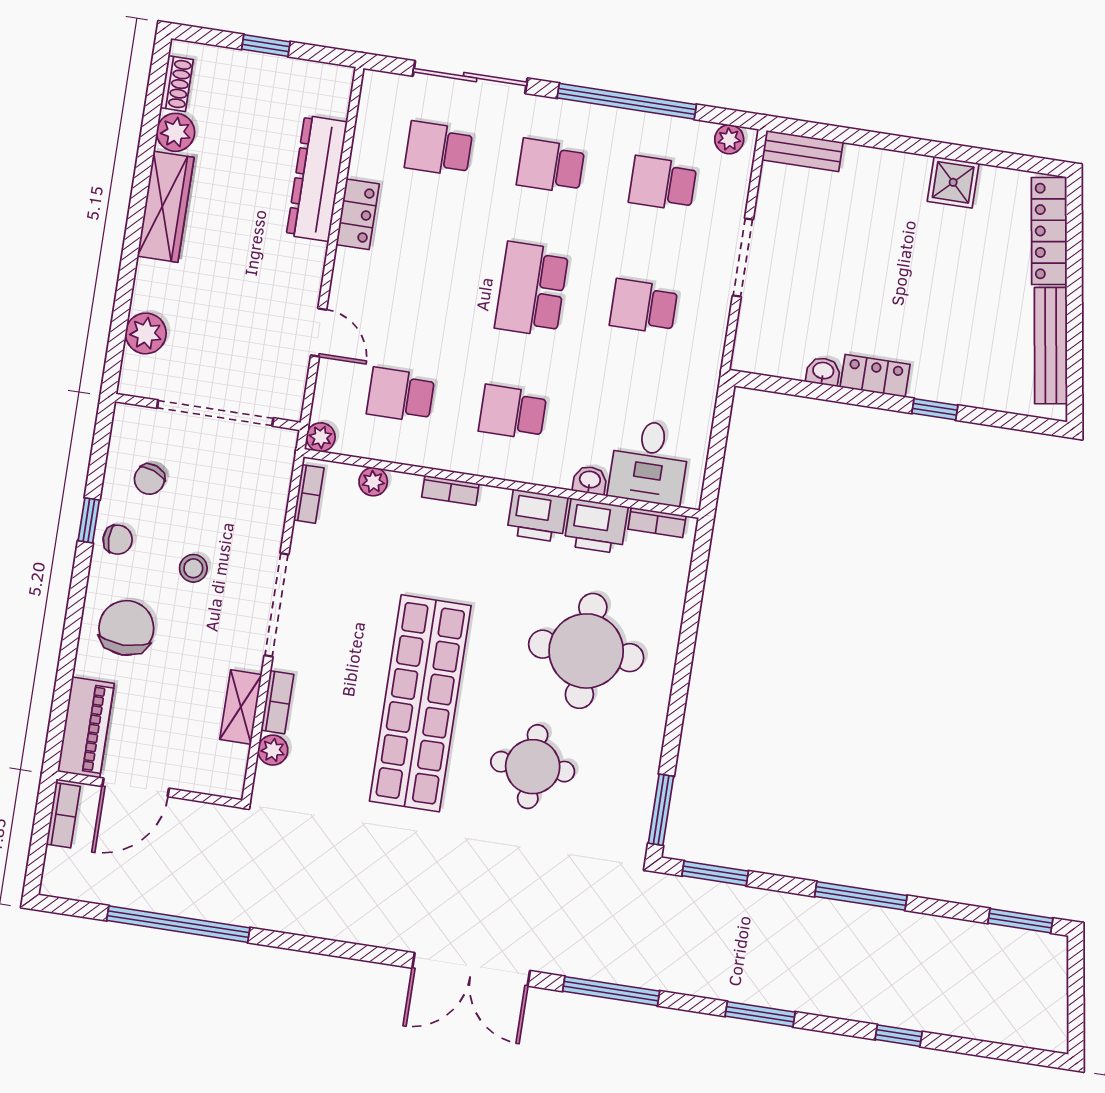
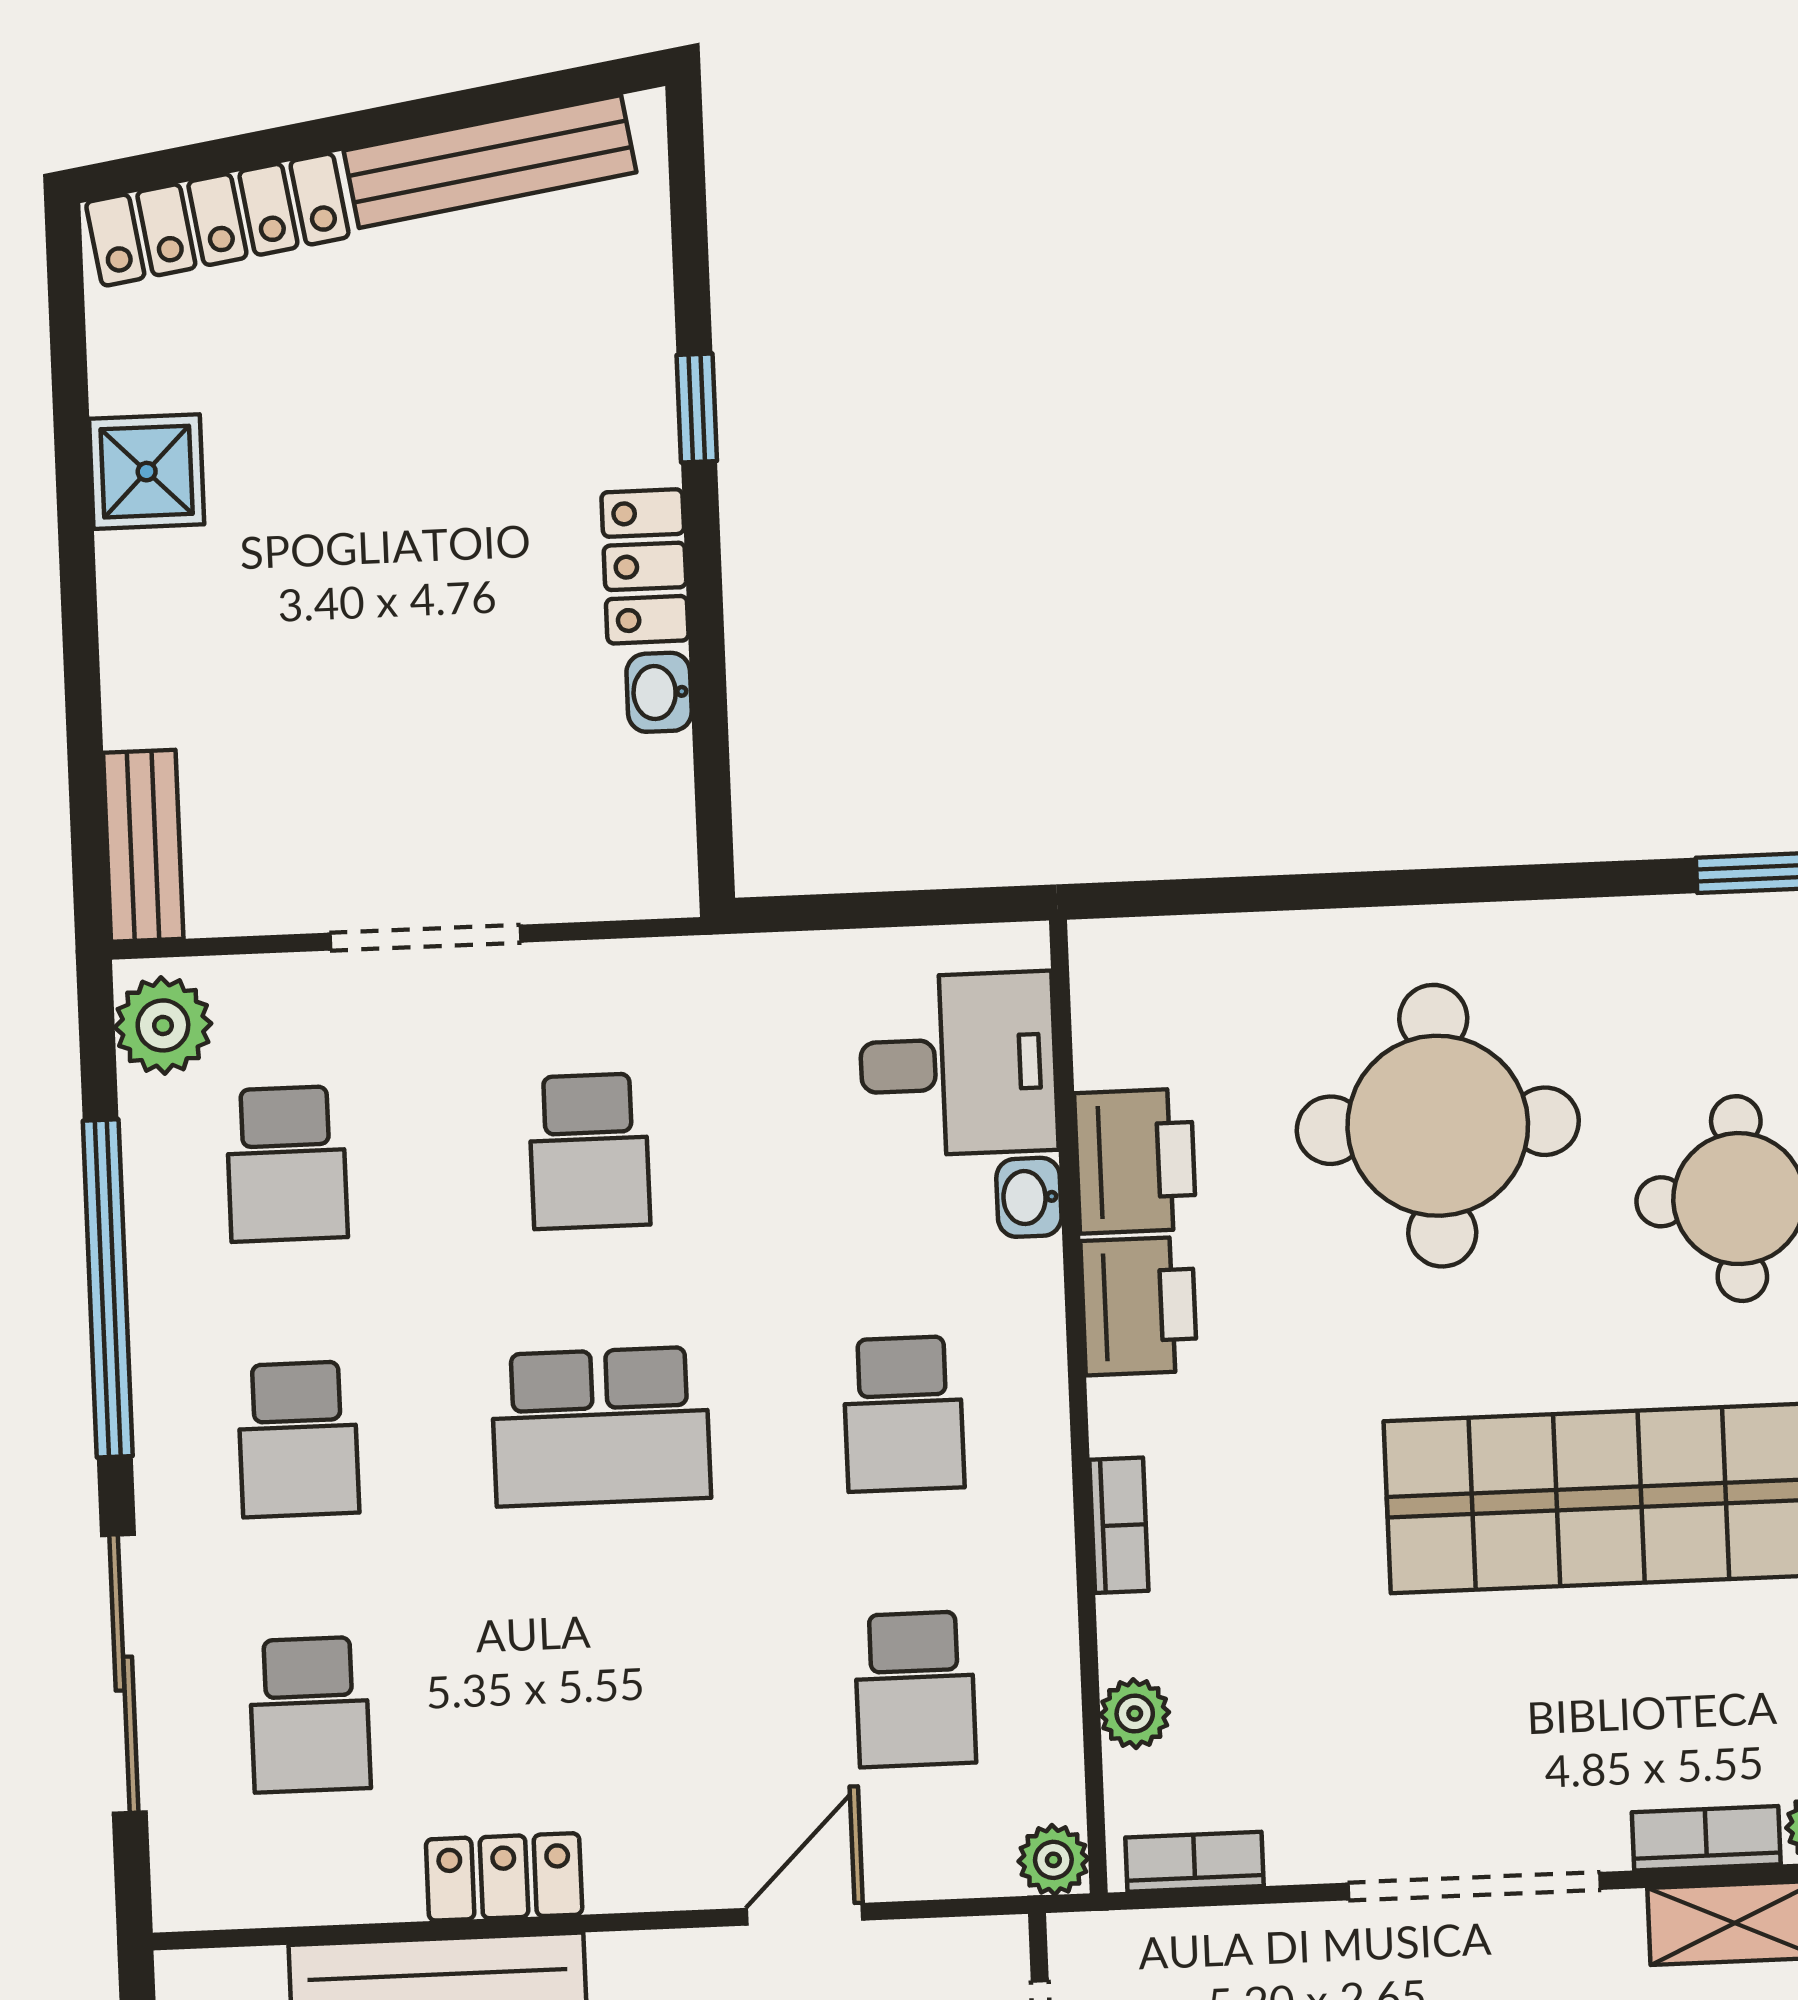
plant: (729, 139) -> (163, 1025), width x1.38, depth x1.38
bookcase: (657, 522) -> (1098, 1017), removed

